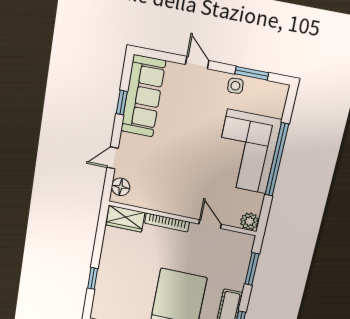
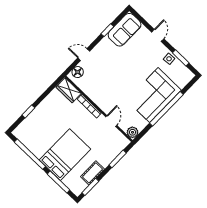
sofa: (143, 96) -> (125, 30), width x0.73

